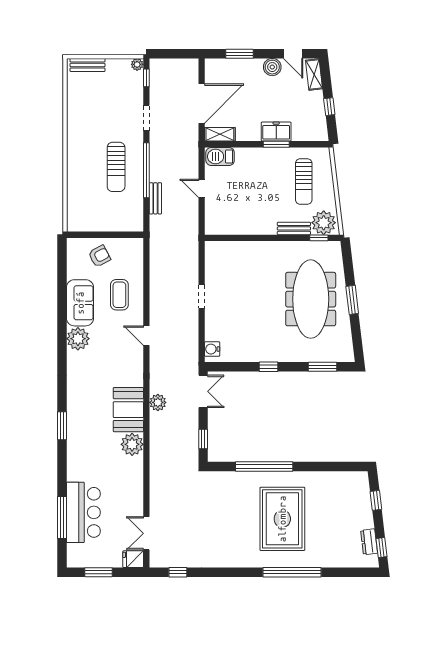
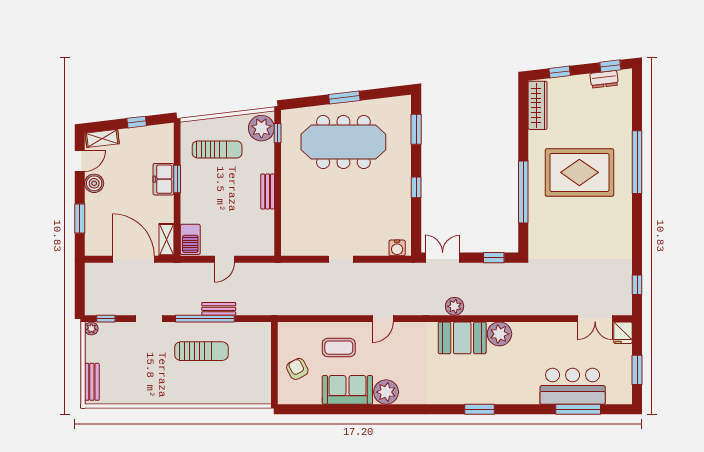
bench: (155, 198) -> (219, 309), moved
bench: (294, 228) -> (268, 192), moved
wardrobe: (345, 480) -> (538, 105), added

